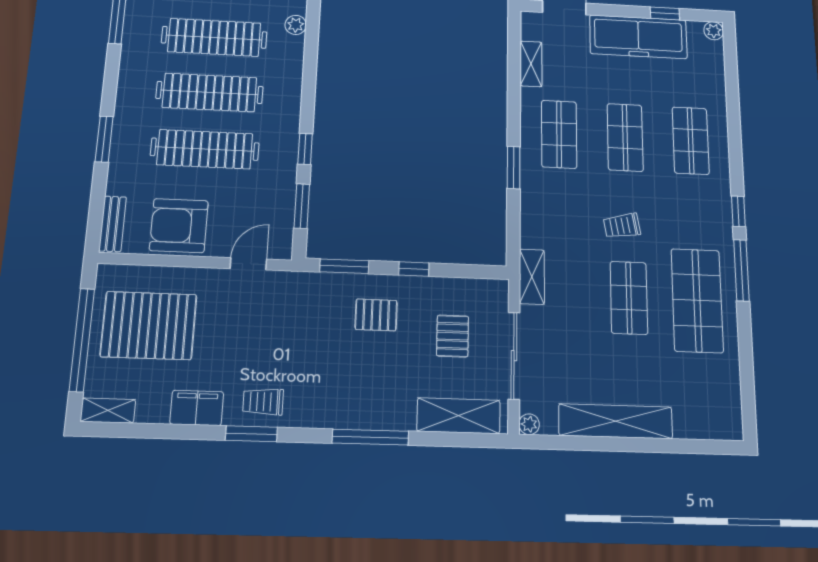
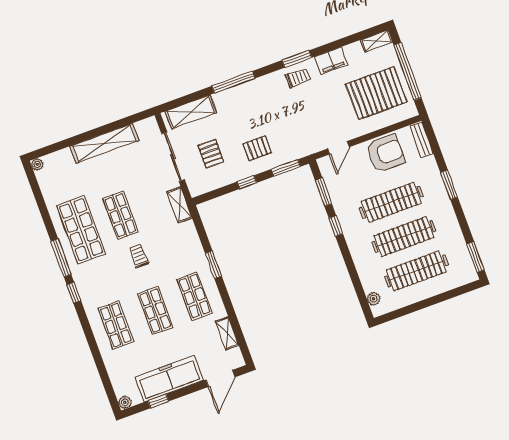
trolley: (622, 226) -> (139, 256), turned -80
plant: (529, 424) -> (37, 164), moved

